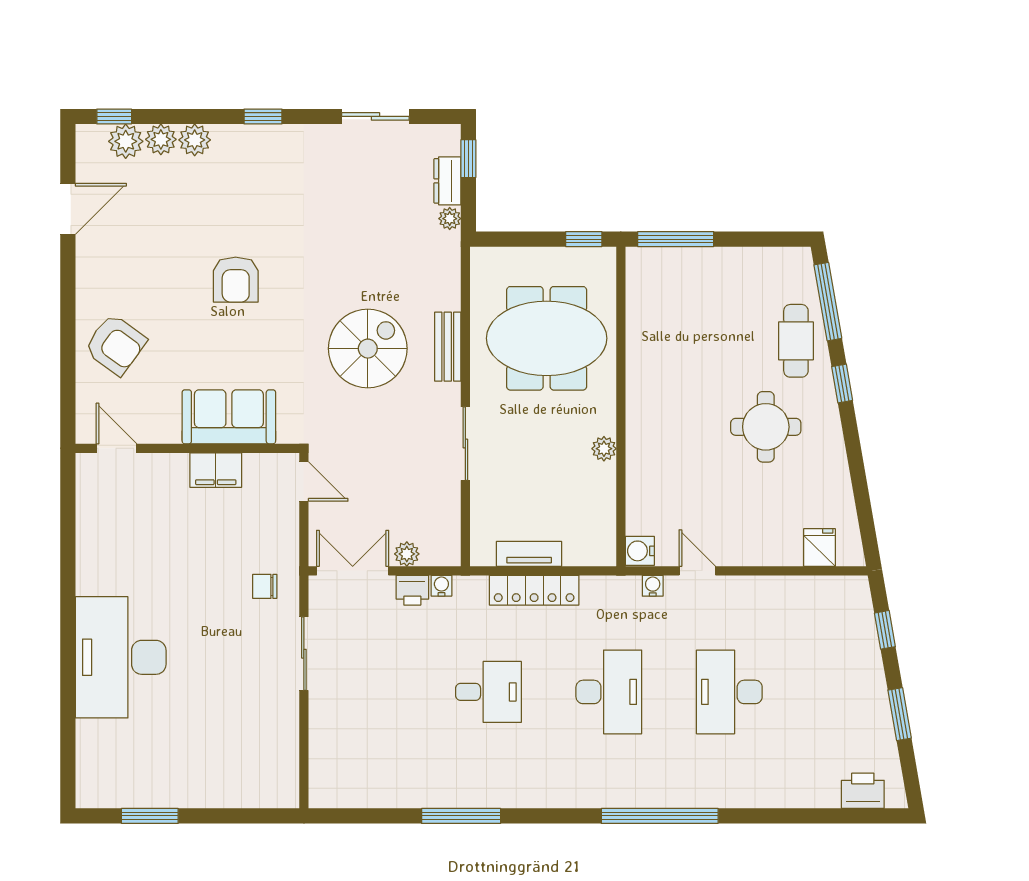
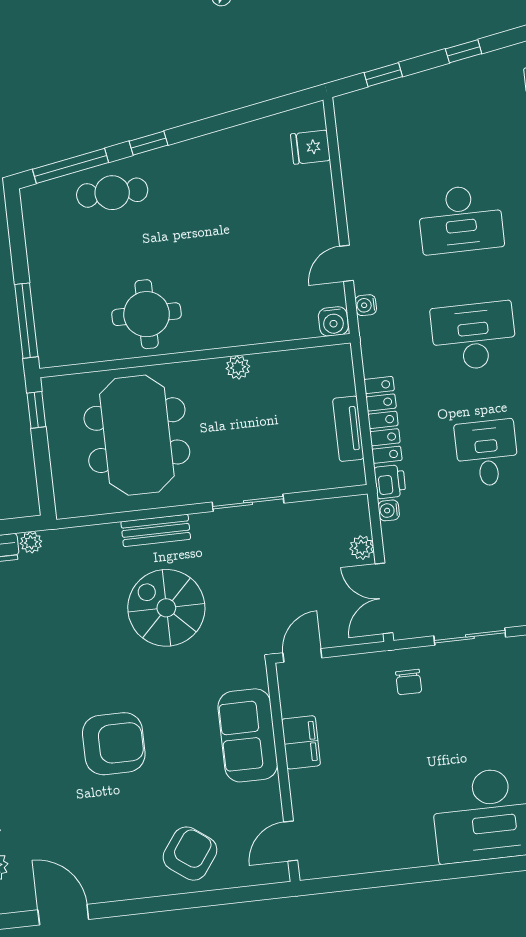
armchair: (236, 280) -> (114, 744), width x1.36, depth x1.36
round table: (766, 427) -> (147, 314), moved
printer: (412, 590) -> (390, 482), moved
window: (900, 714) -> (464, 51), width x0.67

